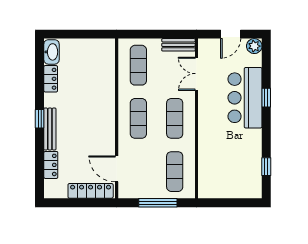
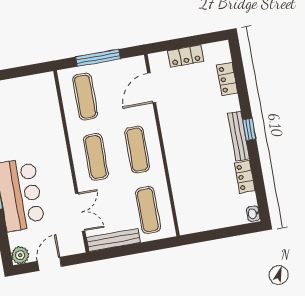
bench: (178, 45) -> (113, 240), width x1.36
washbasin: (51, 52) -> (253, 214), width x0.52, depth x0.69
bench: (50, 129) -> (238, 136), moved
door: (117, 169) -> (152, 88), swing flipped
locker: (91, 191) -> (186, 56), width x0.66

